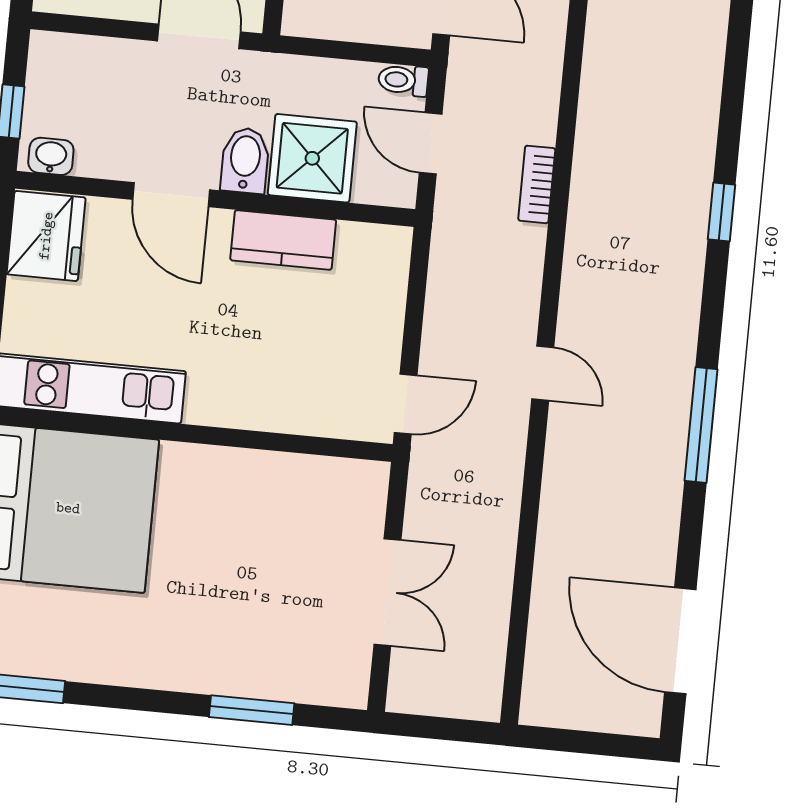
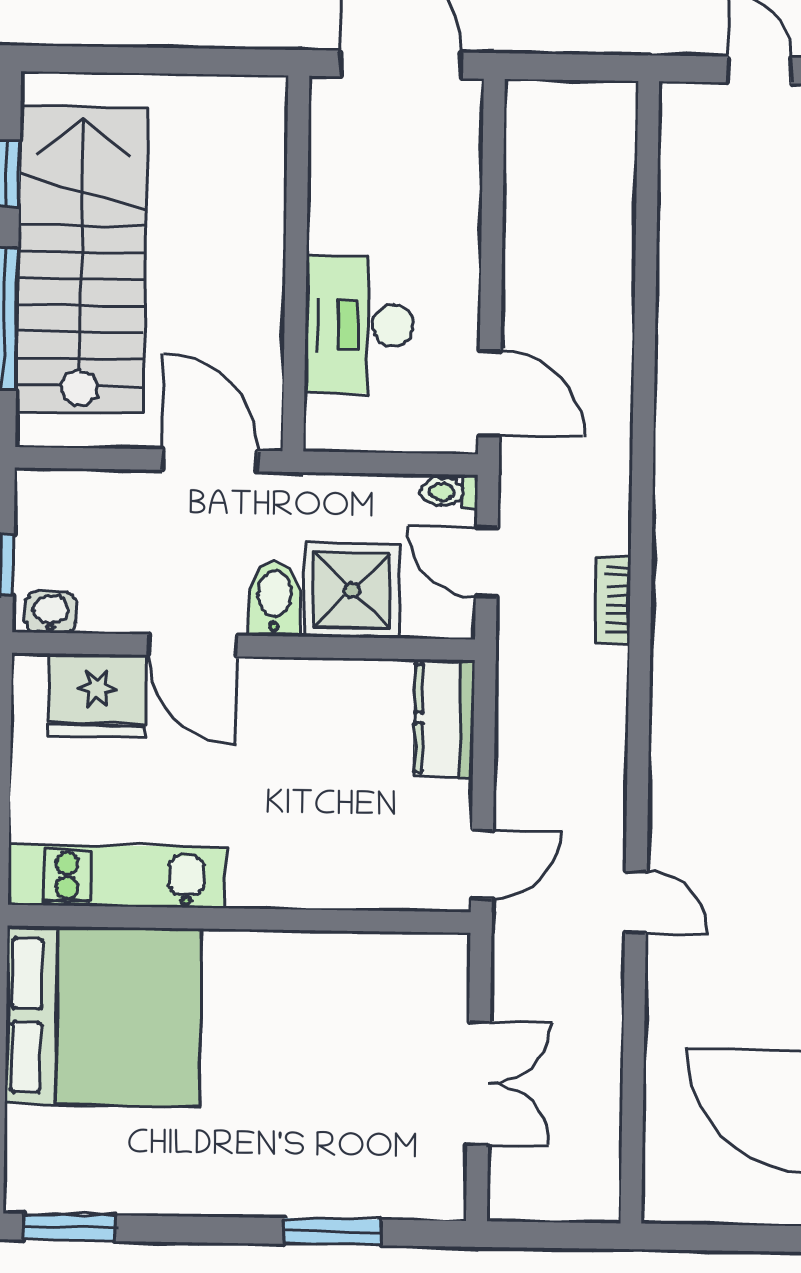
fridge: (46, 236) -> (97, 695), moved, turned 90
kitchen counter: (283, 240) -> (445, 718), moved, turned 90
door: (543, 373) -> (636, 902), moved

